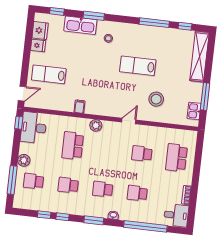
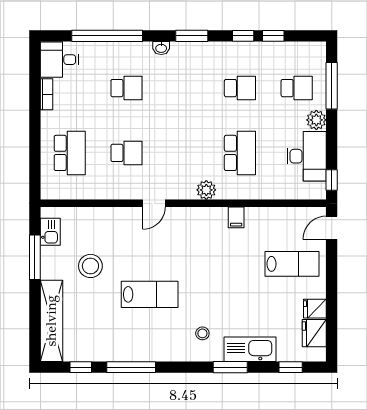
stool: (156, 99) -> (90, 266), moved
desk: (34, 128) -> (307, 156), moved
school desk: (103, 189) -> (183, 88), removed

